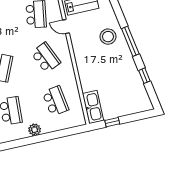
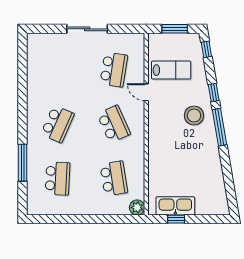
window: (144, 76) -> (214, 93), moved
kitchen sink: (93, 107) -> (175, 206), moved, turned -90
plant: (35, 130) -> (137, 207), moved

